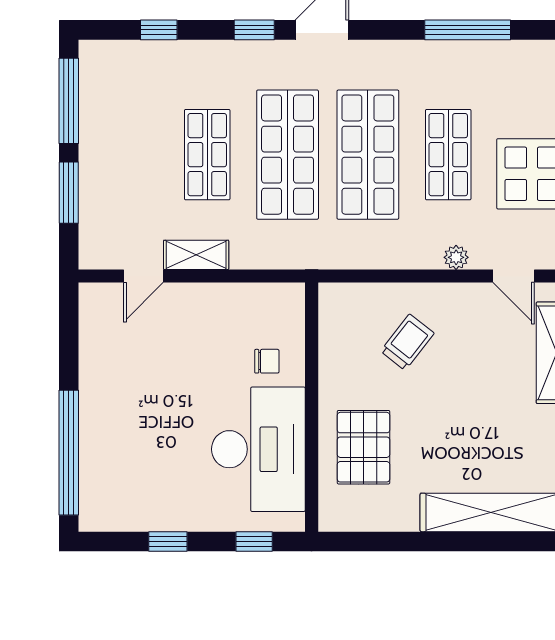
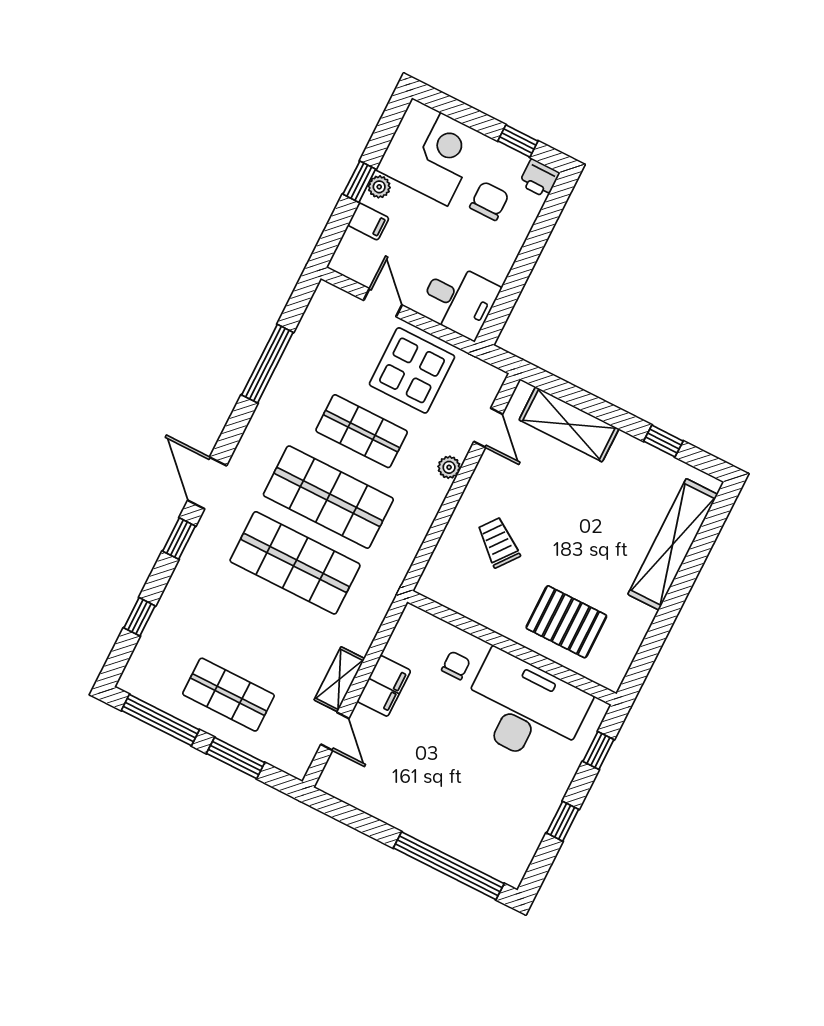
shop shelf: (207, 155) -> (228, 695), moved
door: (514, 276) -> (488, 428), hinge flipped
filing cabinet: (212, 301) -> (384, 686), added

